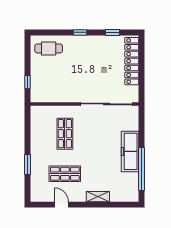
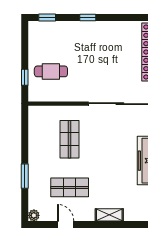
window: (112, 32) -> (47, 18), moved
cafe table: (49, 48) -> (51, 71), moved
plant: (35, 197) -> (34, 215), added

